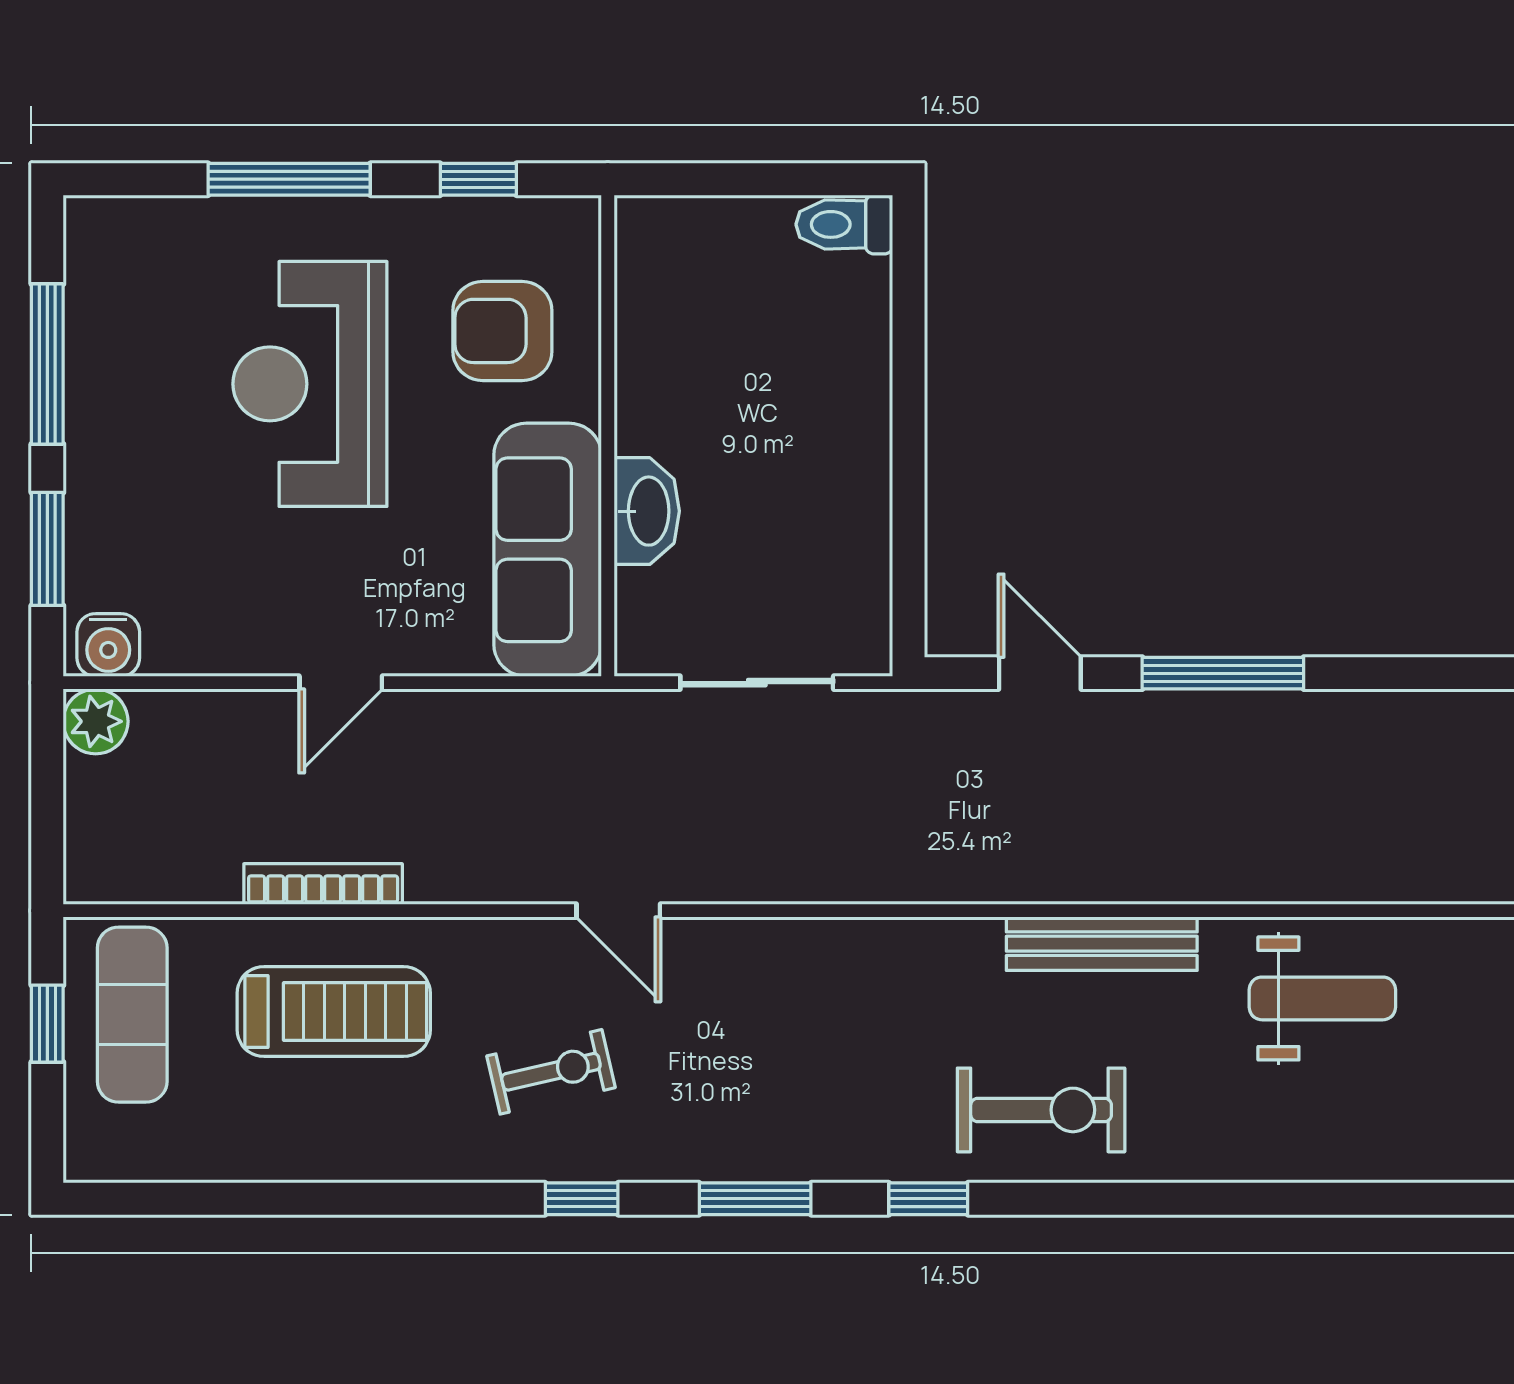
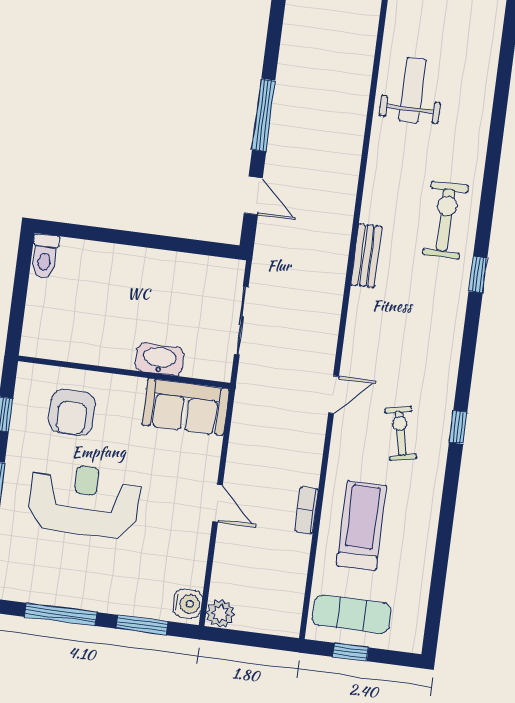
reception desk: (310, 384) -> (84, 500), turned 180
sofa: (548, 550) -> (186, 407), width x0.73
door: (1040, 673) -> (253, 196), swing flipped
bookcase: (323, 884) -> (307, 510), width x0.64
bench: (1102, 944) -> (366, 256), moved, width x0.73
window: (755, 1199) -> (468, 351), removed

